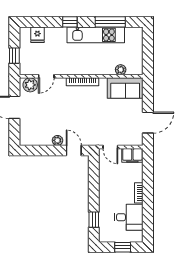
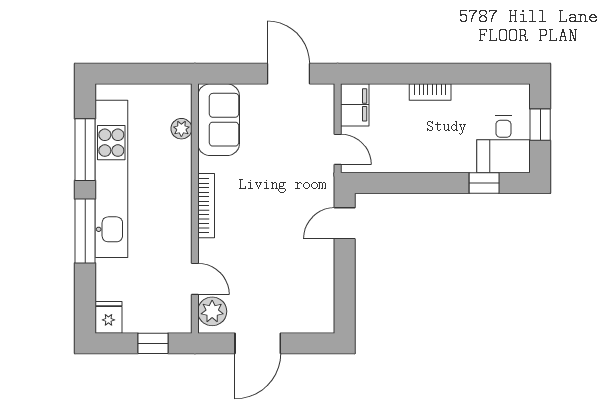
window: (70, 22) -> (85, 231), width x2.17
fridge: (37, 35) -> (108, 317), moved, turned -90
kitchen unit: (96, 35) -> (111, 179), width x1.36
plant: (58, 140) -> (324, 256), removed
door: (110, 147) -> (338, 149), hinge flipped
desk: (129, 217) -> (503, 144), moved, turned 180

